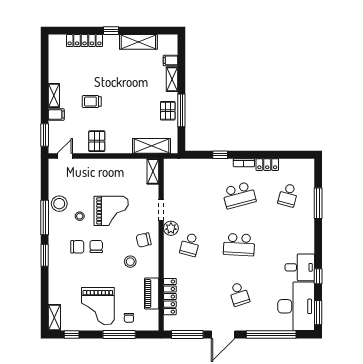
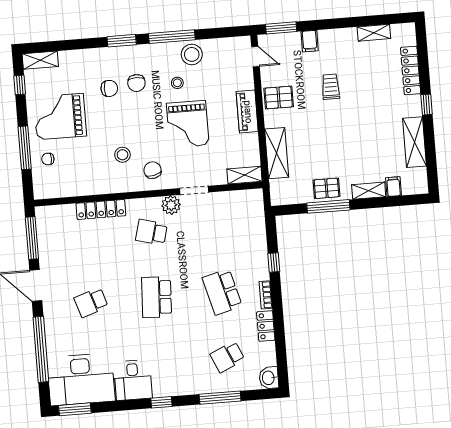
shelving: (54, 95) -> (374, 33), moved
shelving: (151, 146) -> (277, 153), moved
washbasin: (306, 165) -> (269, 378), added
school desk: (288, 195) -> (227, 357), turned -39
chair: (96, 246) -> (109, 88), moved
window: (318, 276) -> (161, 402), moved
piano: (152, 294) -> (247, 112), moved, turned -90
locker: (170, 297) -> (101, 209), moved

